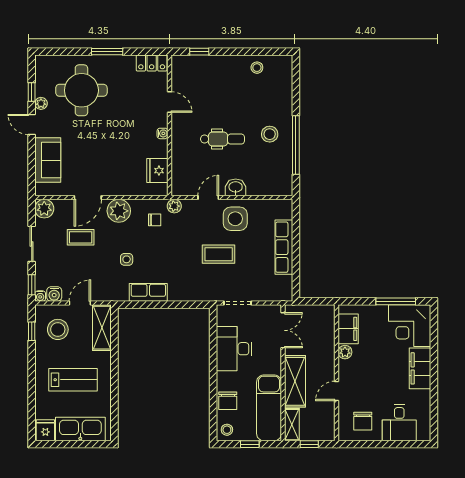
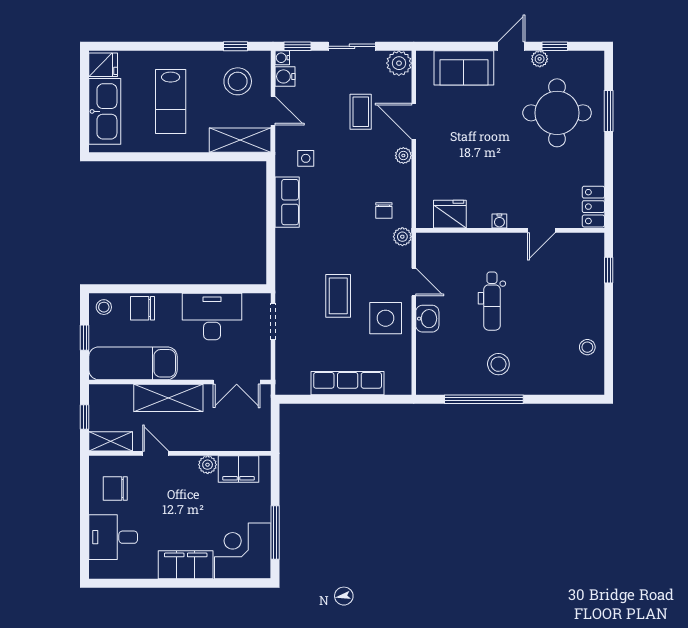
window: (107, 52) -> (609, 111), moved
plant: (119, 211) -> (403, 156), width x0.53, depth x0.53
side table: (127, 259) -> (306, 158), moved
shelving: (292, 425) -> (111, 441), moved

